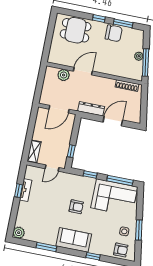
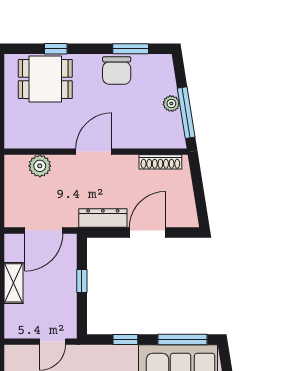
window: (99, 18) -> (56, 49), moved
chair: (114, 33) -> (117, 70), turned 90
door: (83, 71) -> (94, 152), moved
window: (71, 151) -> (82, 281), moved
shelving: (34, 152) -> (13, 283), moved

